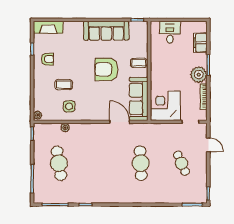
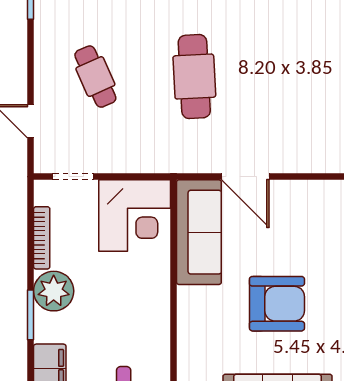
coffee table: (139, 63) -> (199, 320), removed

